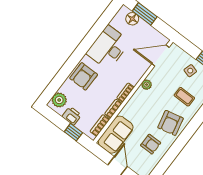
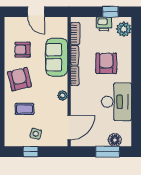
armchair: (84, 76) -> (106, 63), moved
window: (73, 132) -> (110, 12), moved
sofa: (116, 135) -> (57, 57), moved

